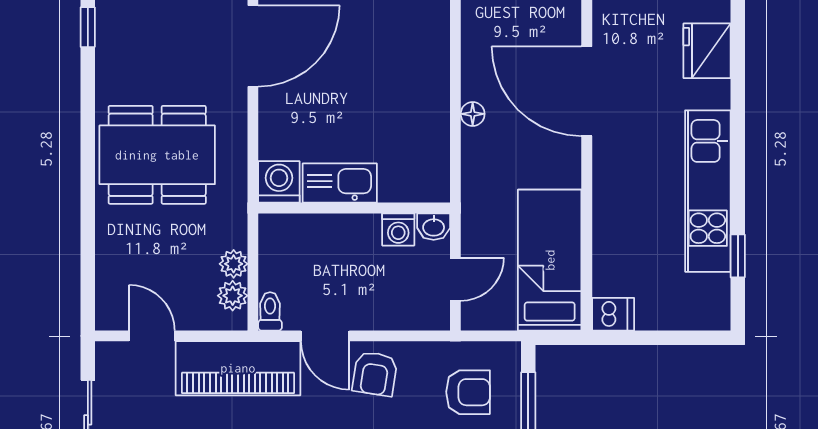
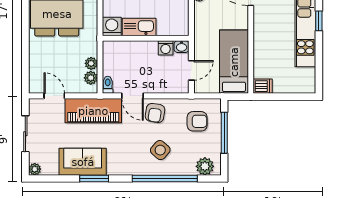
window: (738, 256) -> (319, 21), moved

